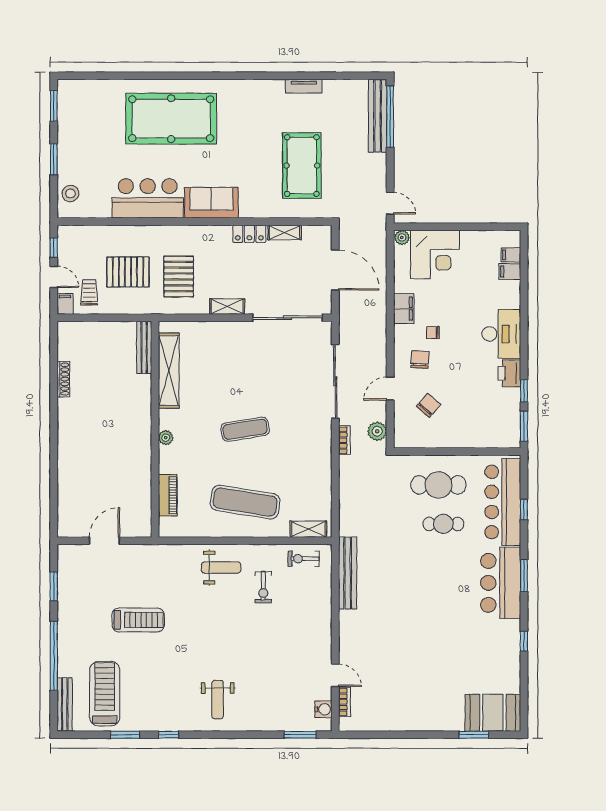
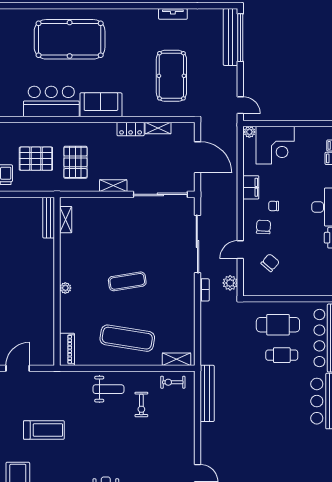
shelving: (169, 371) -> (66, 220), width x0.45, depth x0.75
piano: (168, 495) -> (67, 349), moved

